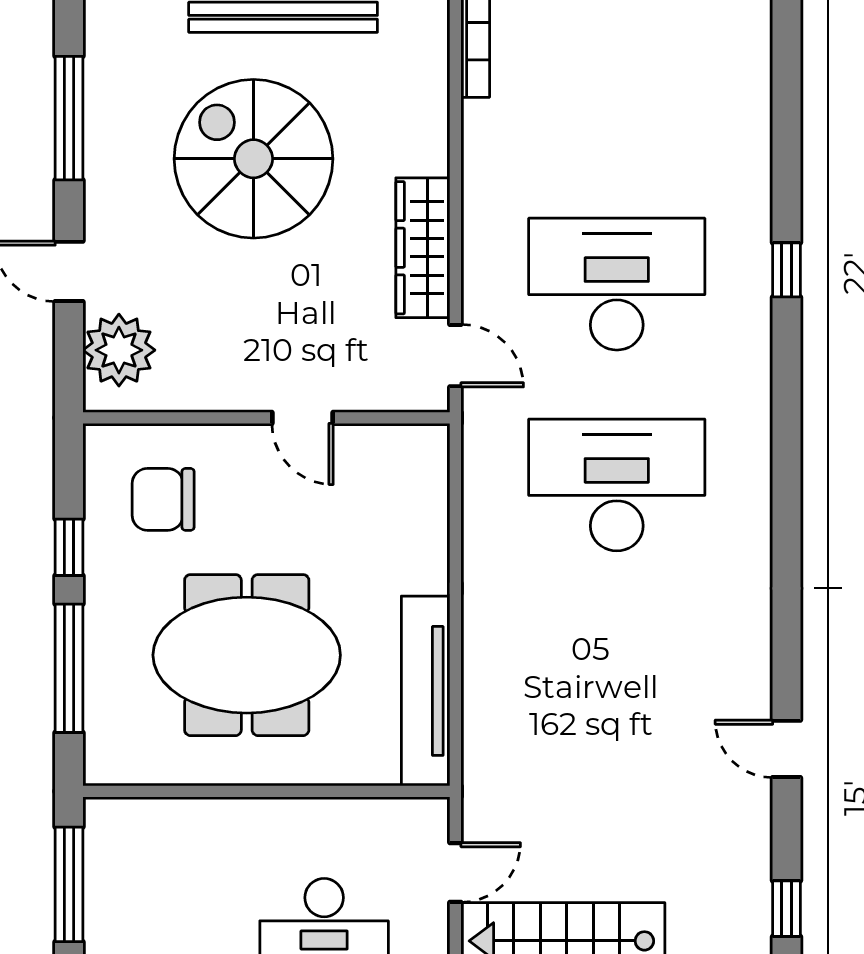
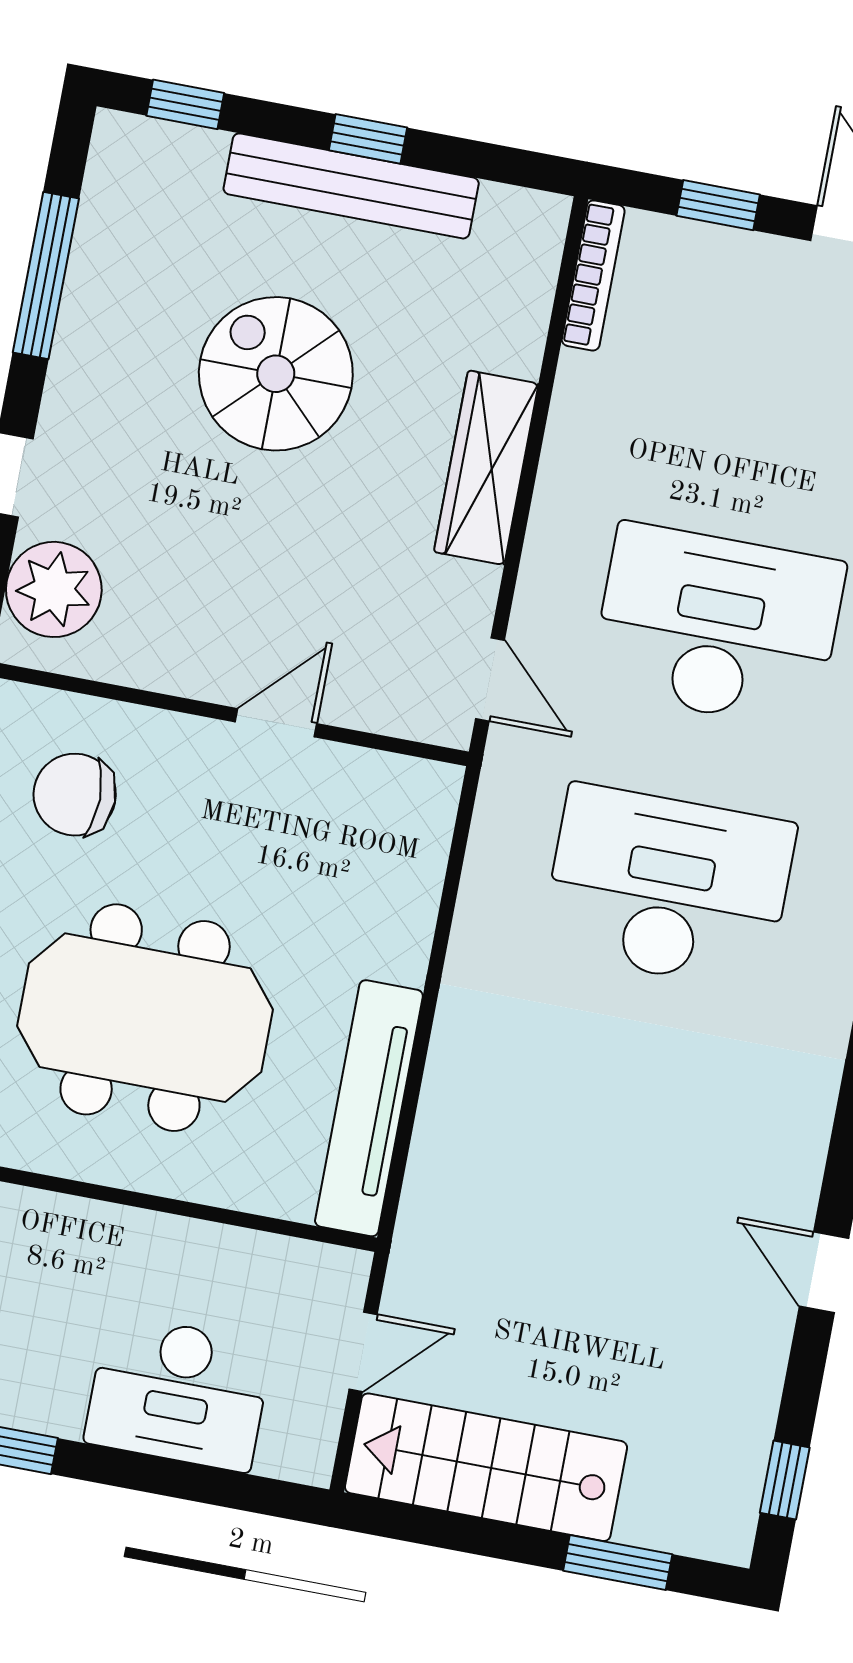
spiral stairs: (253, 159) -> (276, 374), width x0.73, depth x0.73
wardrobe: (423, 248) -> (486, 468), moved
door: (303, 418) -> (276, 723), swing flipped

